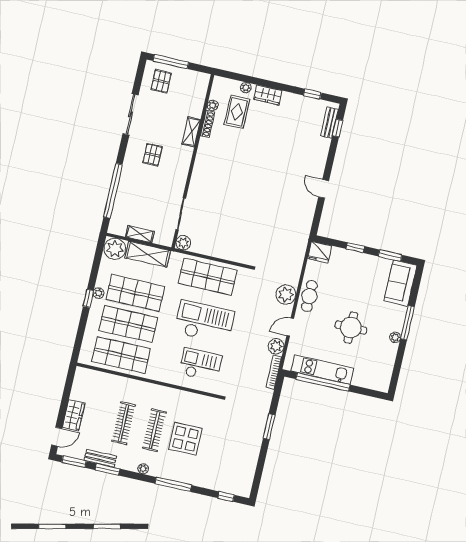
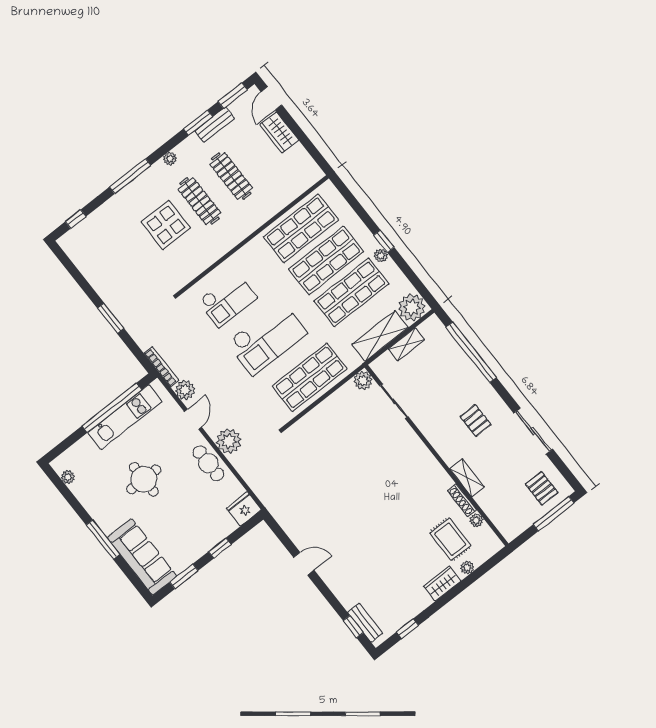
sofa: (400, 283) -> (142, 557), width x1.36
plant: (395, 337) -> (68, 477), moved

